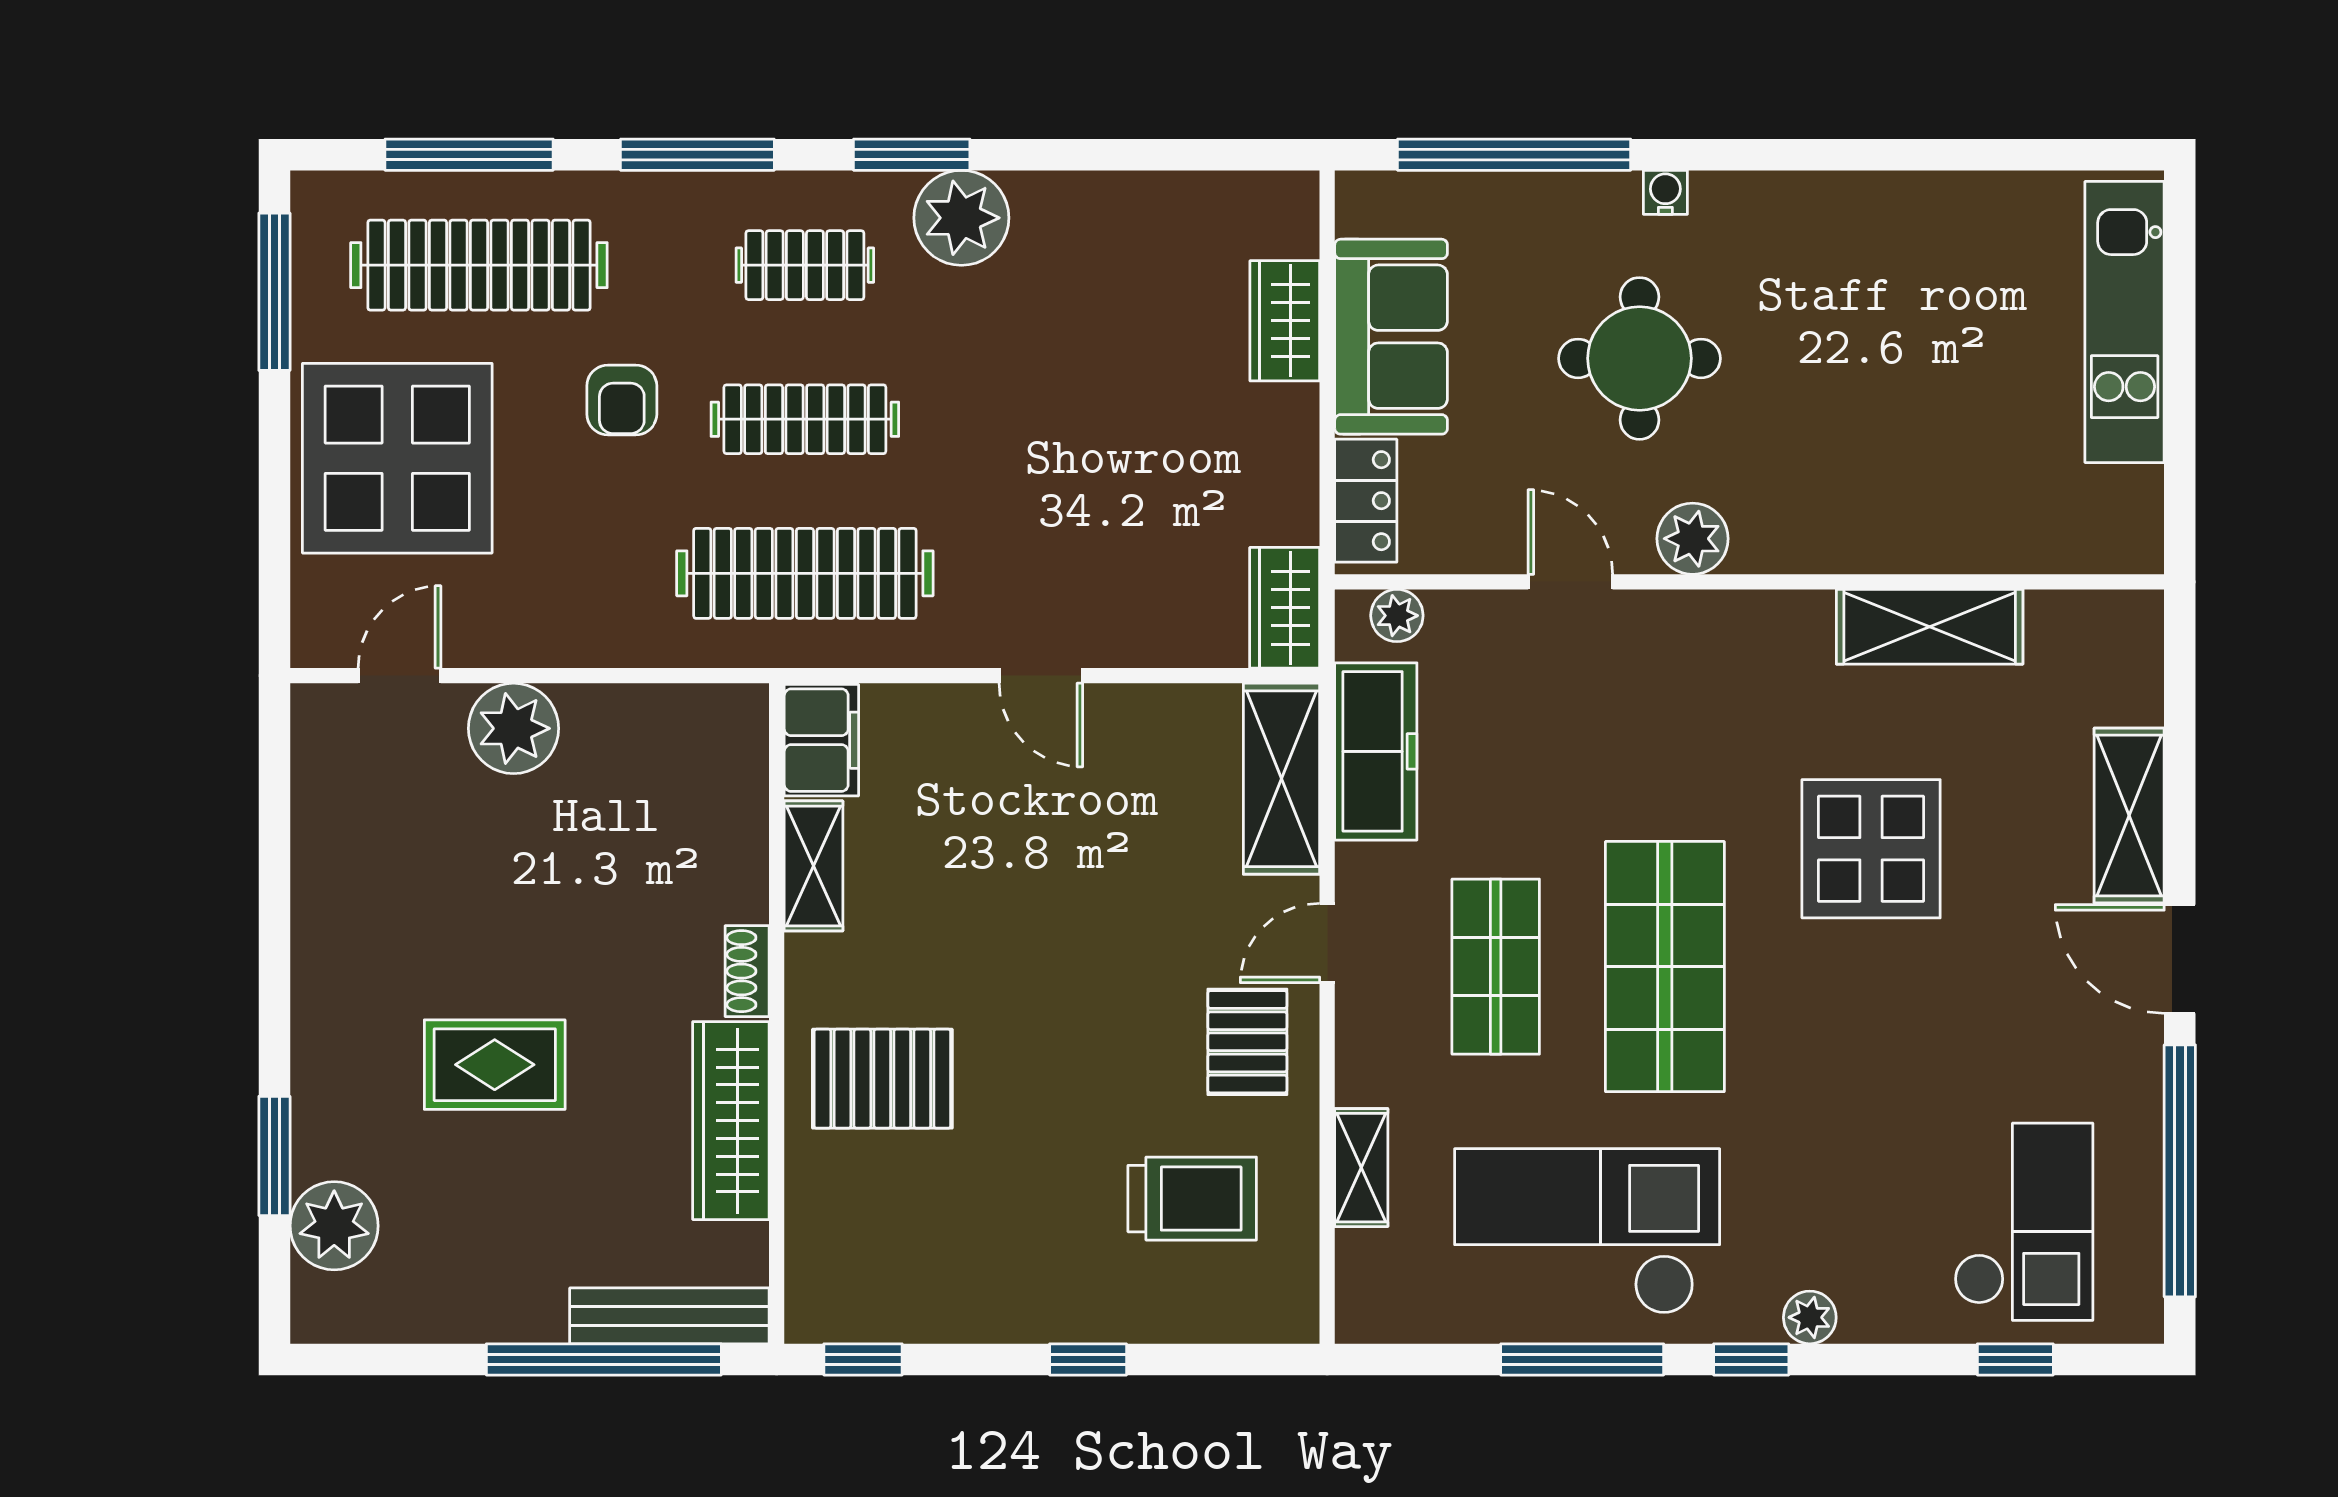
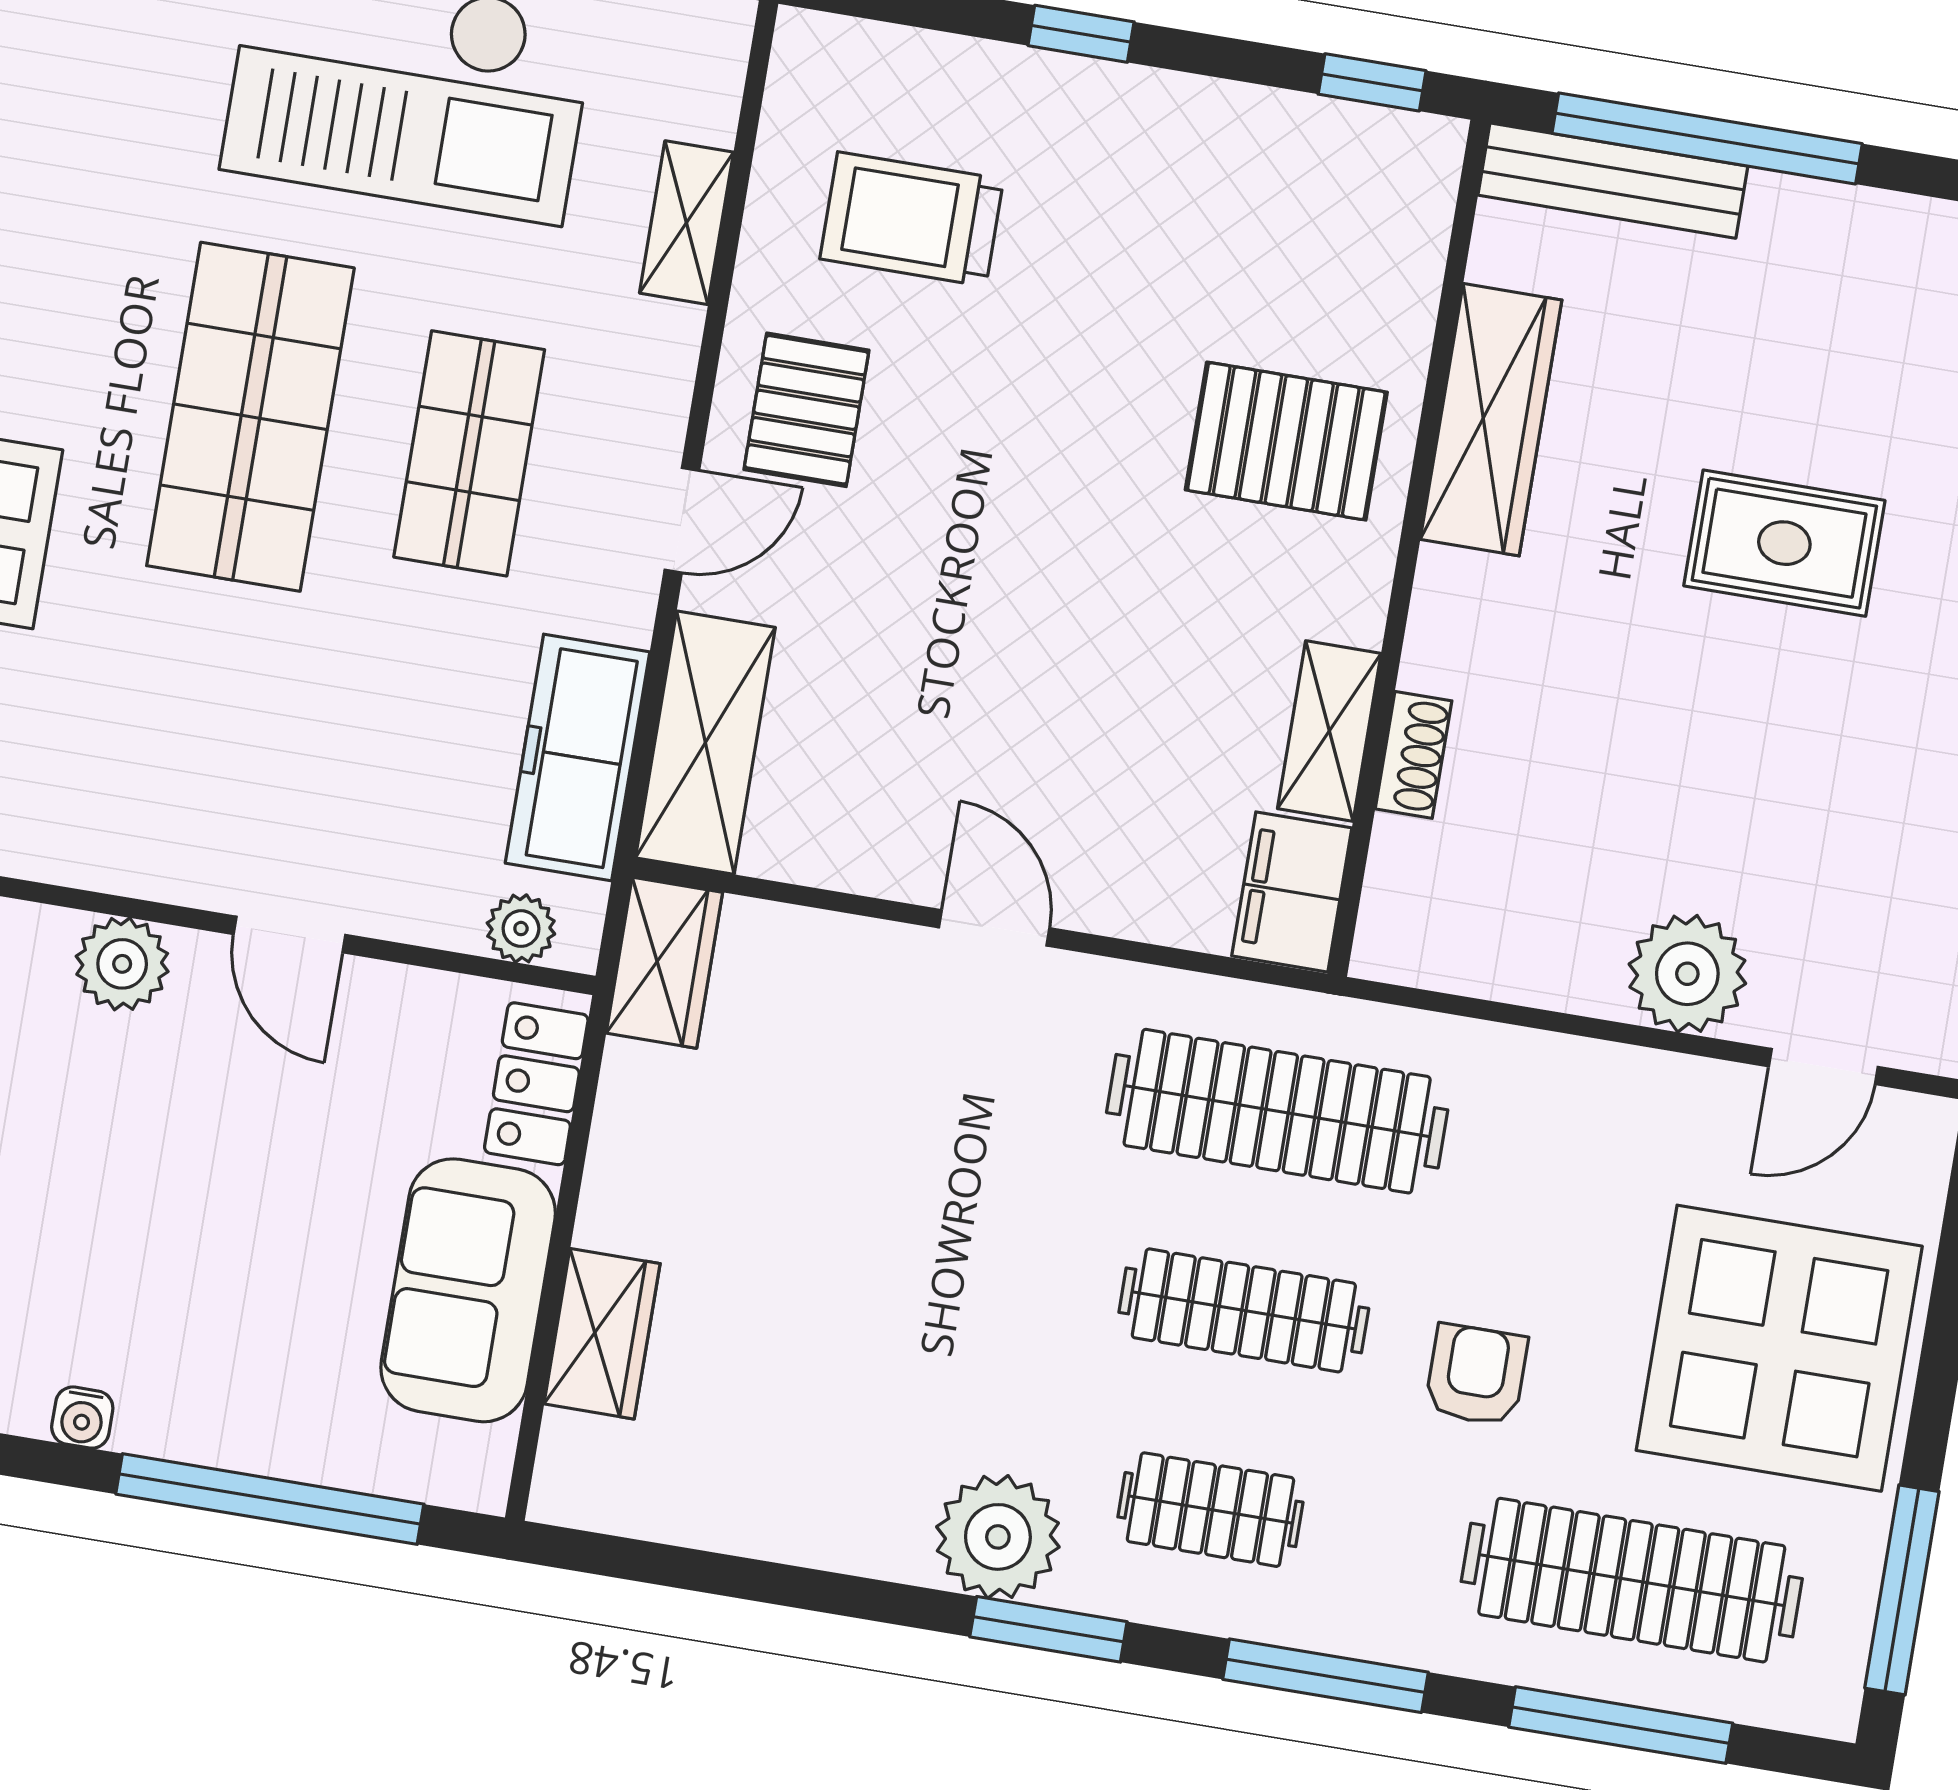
round table: (1640, 358) -> (152, 1208), removed
shoe rack: (747, 971) -> (1413, 755), moved

